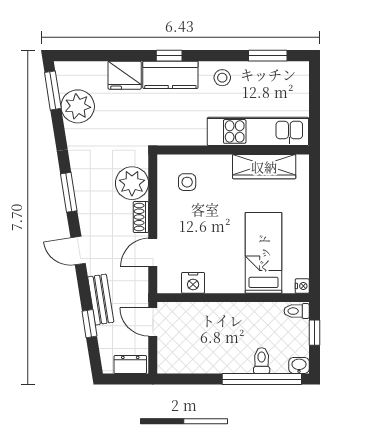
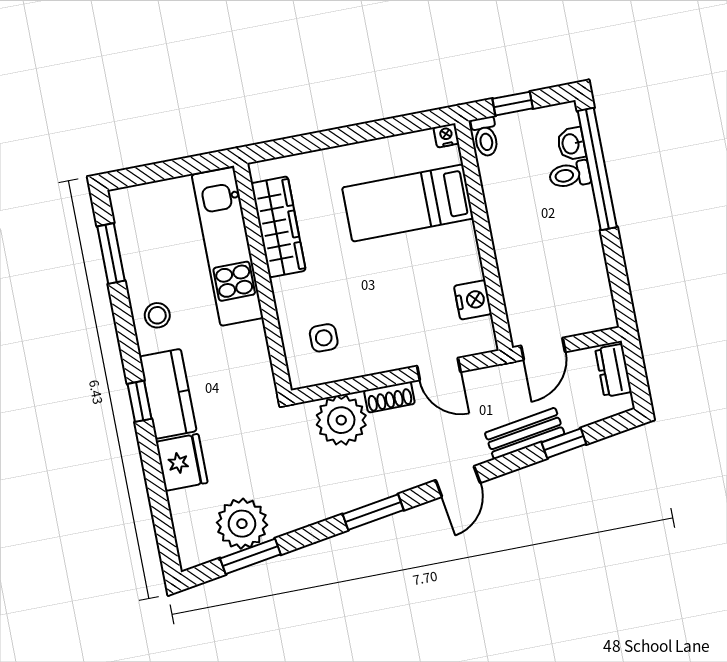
window: (53, 90) -> (250, 556), moved
washbasin: (299, 365) -> (571, 144), moved

